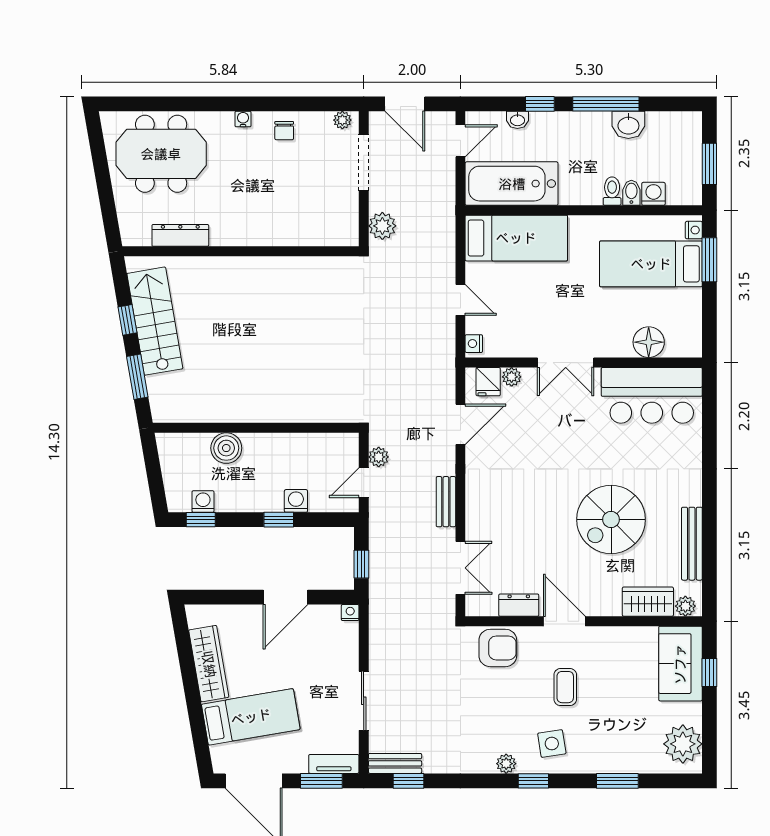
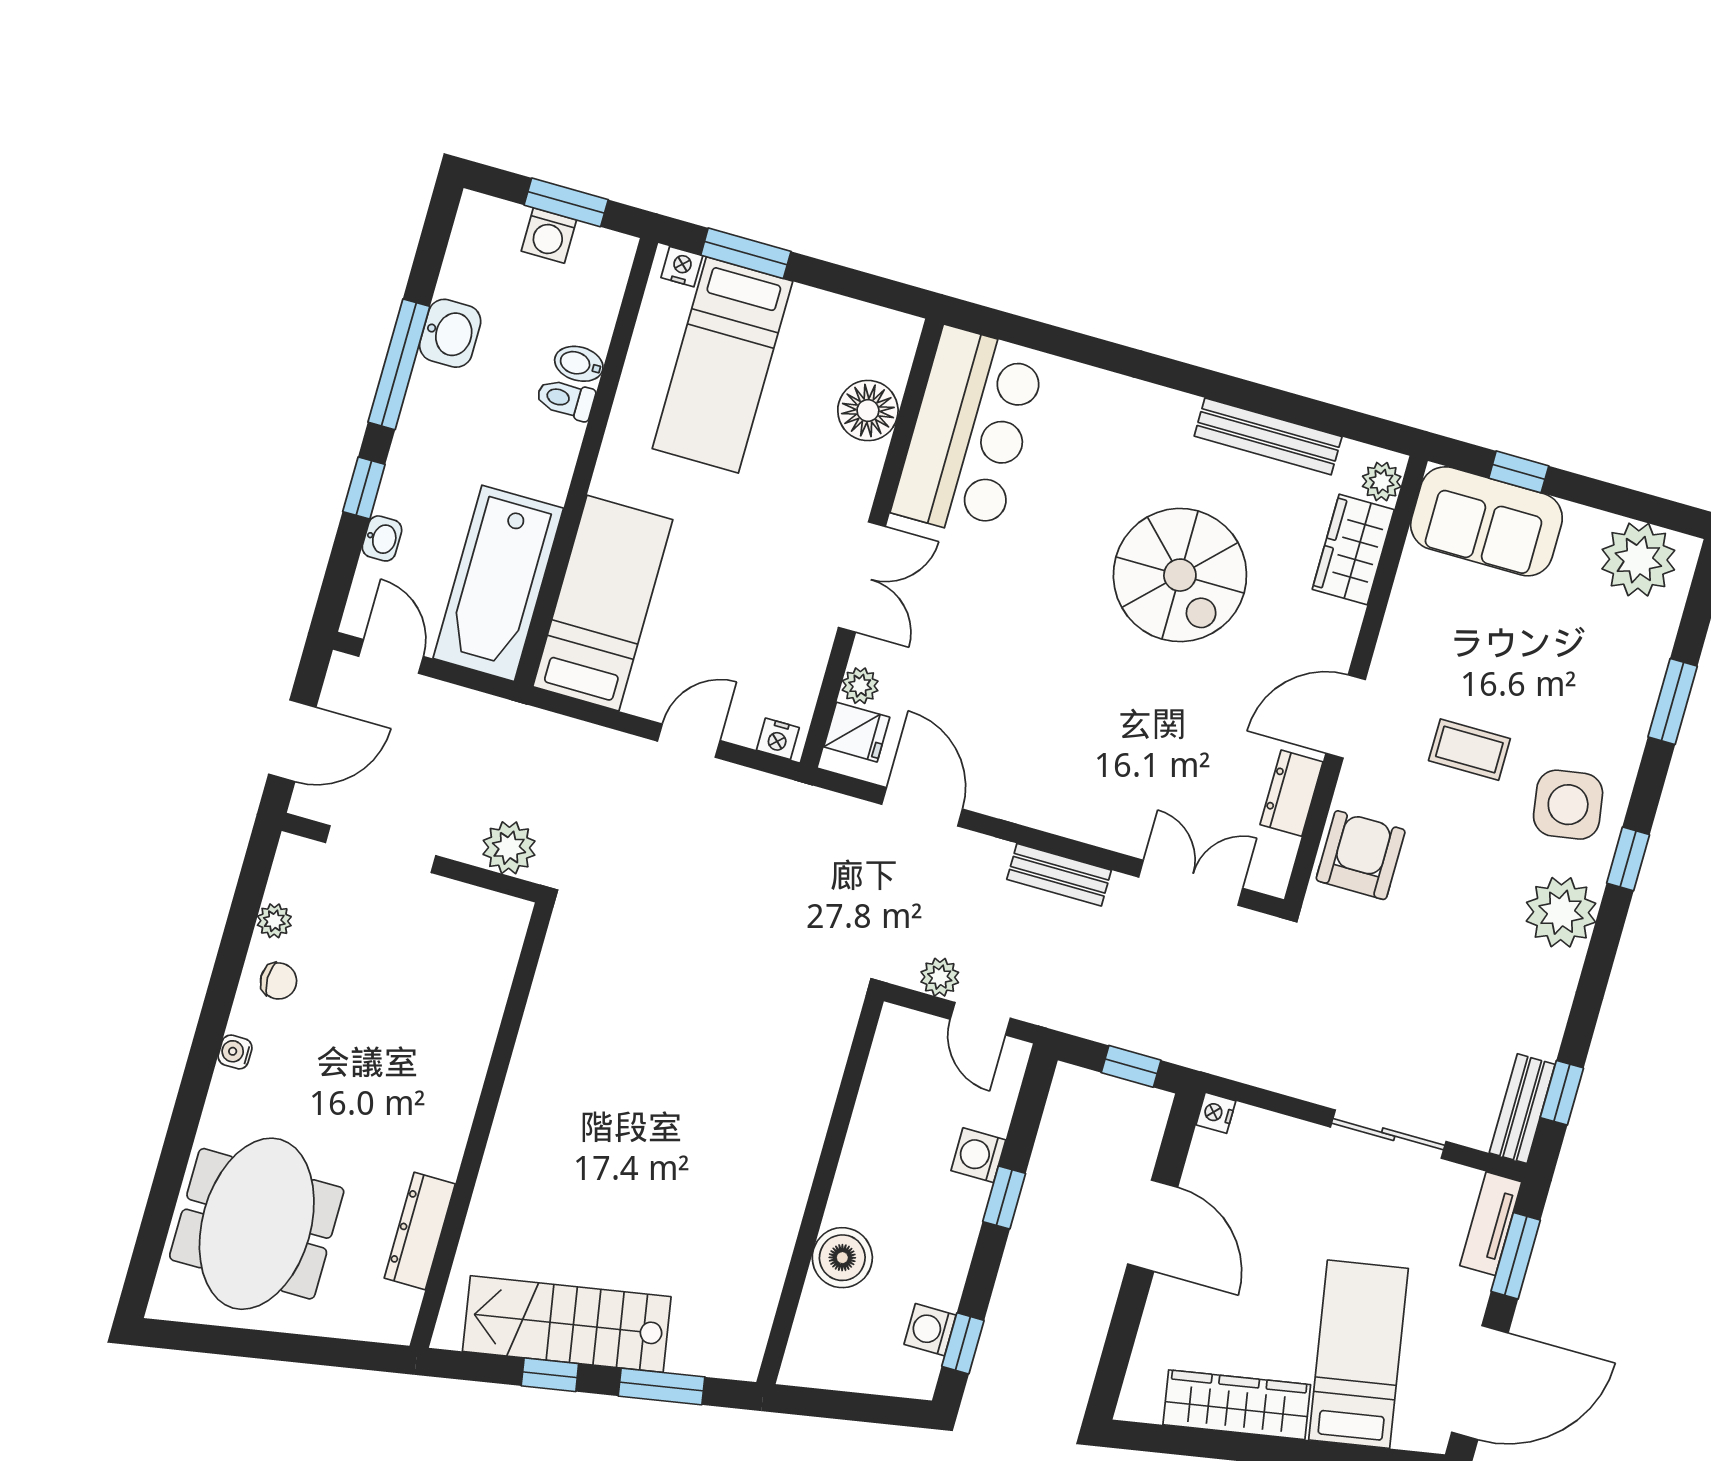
plant: (342, 120) -> (274, 921), moved
washing machine: (653, 194) -> (549, 236), moved, turned -90
side table: (552, 744) -> (1568, 805), width x1.37, depth x1.37
plant: (506, 764) -> (1561, 912), width x1.87, depth x1.87

